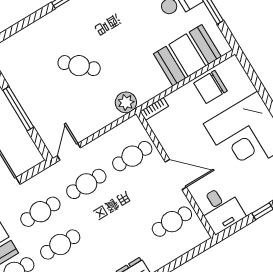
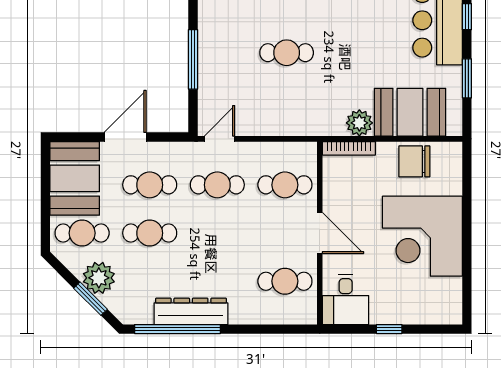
cafe table: (79, 66) -> (287, 53), turned -43
plant: (126, 102) -> (359, 123), moved
bookcase: (154, 109) -> (349, 148), width x1.56

